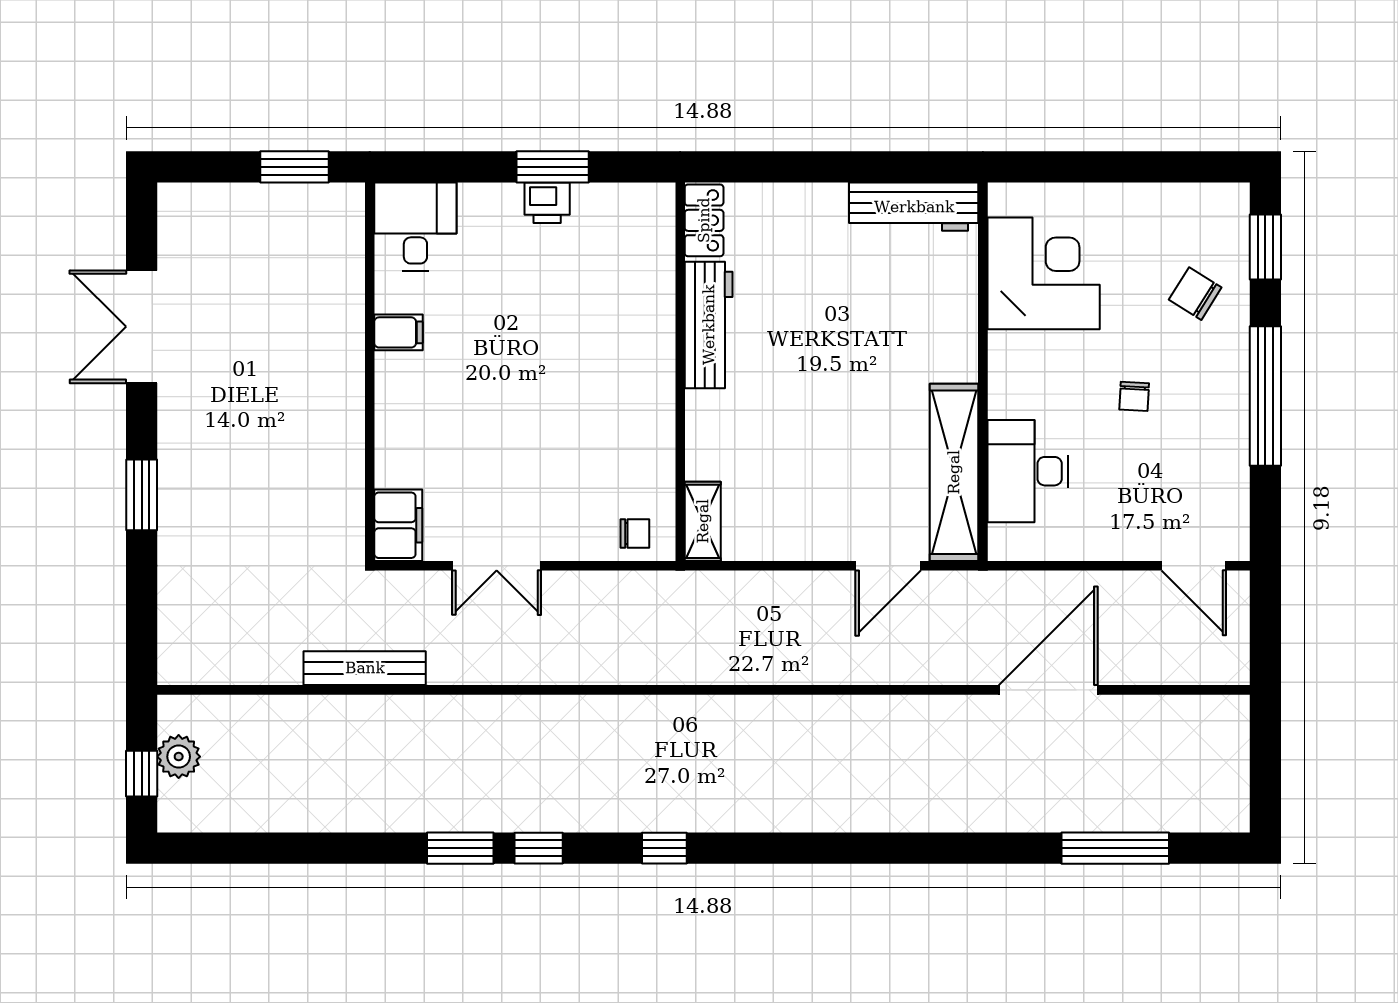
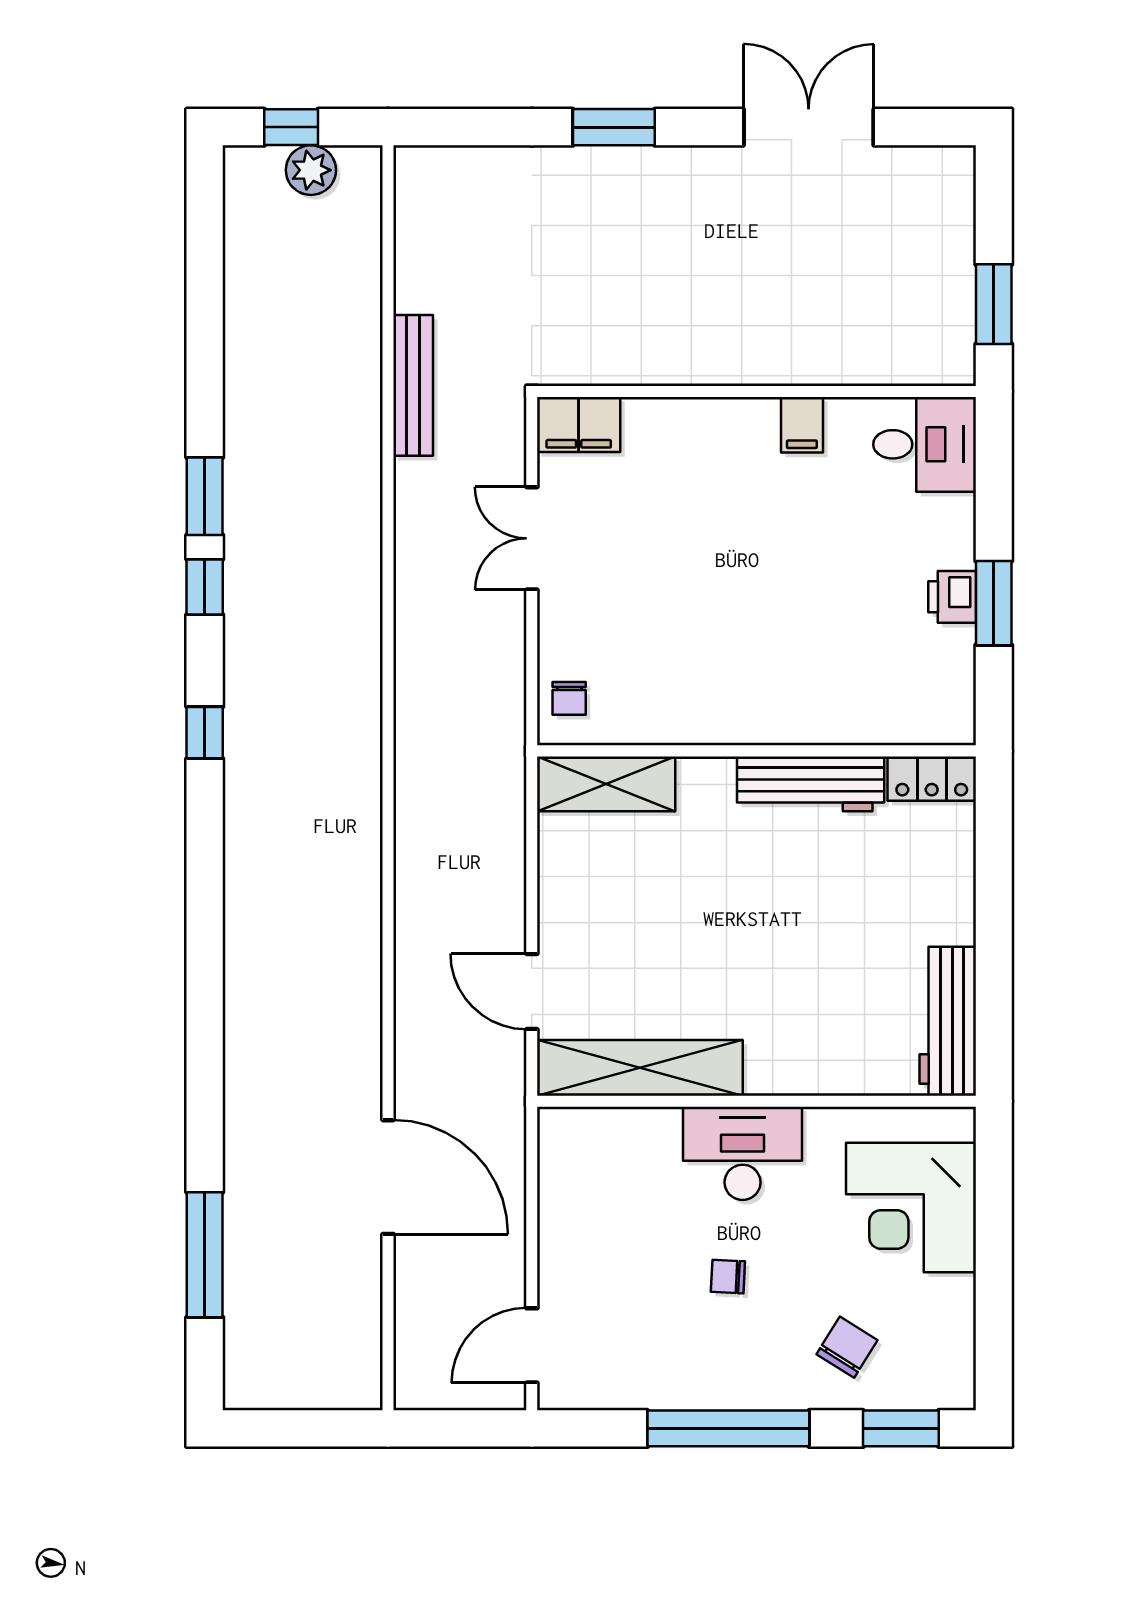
corner desk: (1044, 273) -> (911, 1207), moved, turned 90
desk: (1028, 471) -> (743, 1153), moved
shelving: (703, 521) -> (606, 784), width x1.50, depth x1.33

